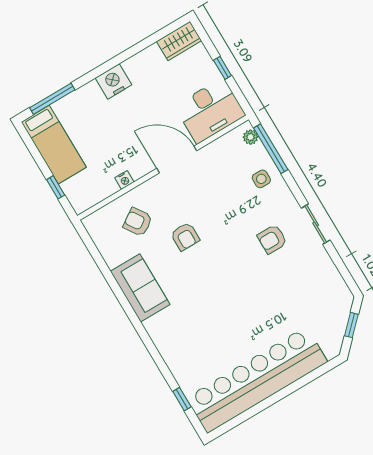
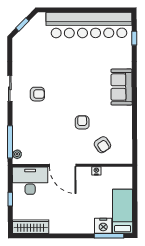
wardrobe: (179, 41) -> (31, 227), width x1.50
nightstand: (113, 81) -> (103, 226), moved
side table: (261, 179) -> (24, 129), removed
window: (56, 187) -> (135, 188), removed
sofa: (140, 288) -> (122, 87), moved

